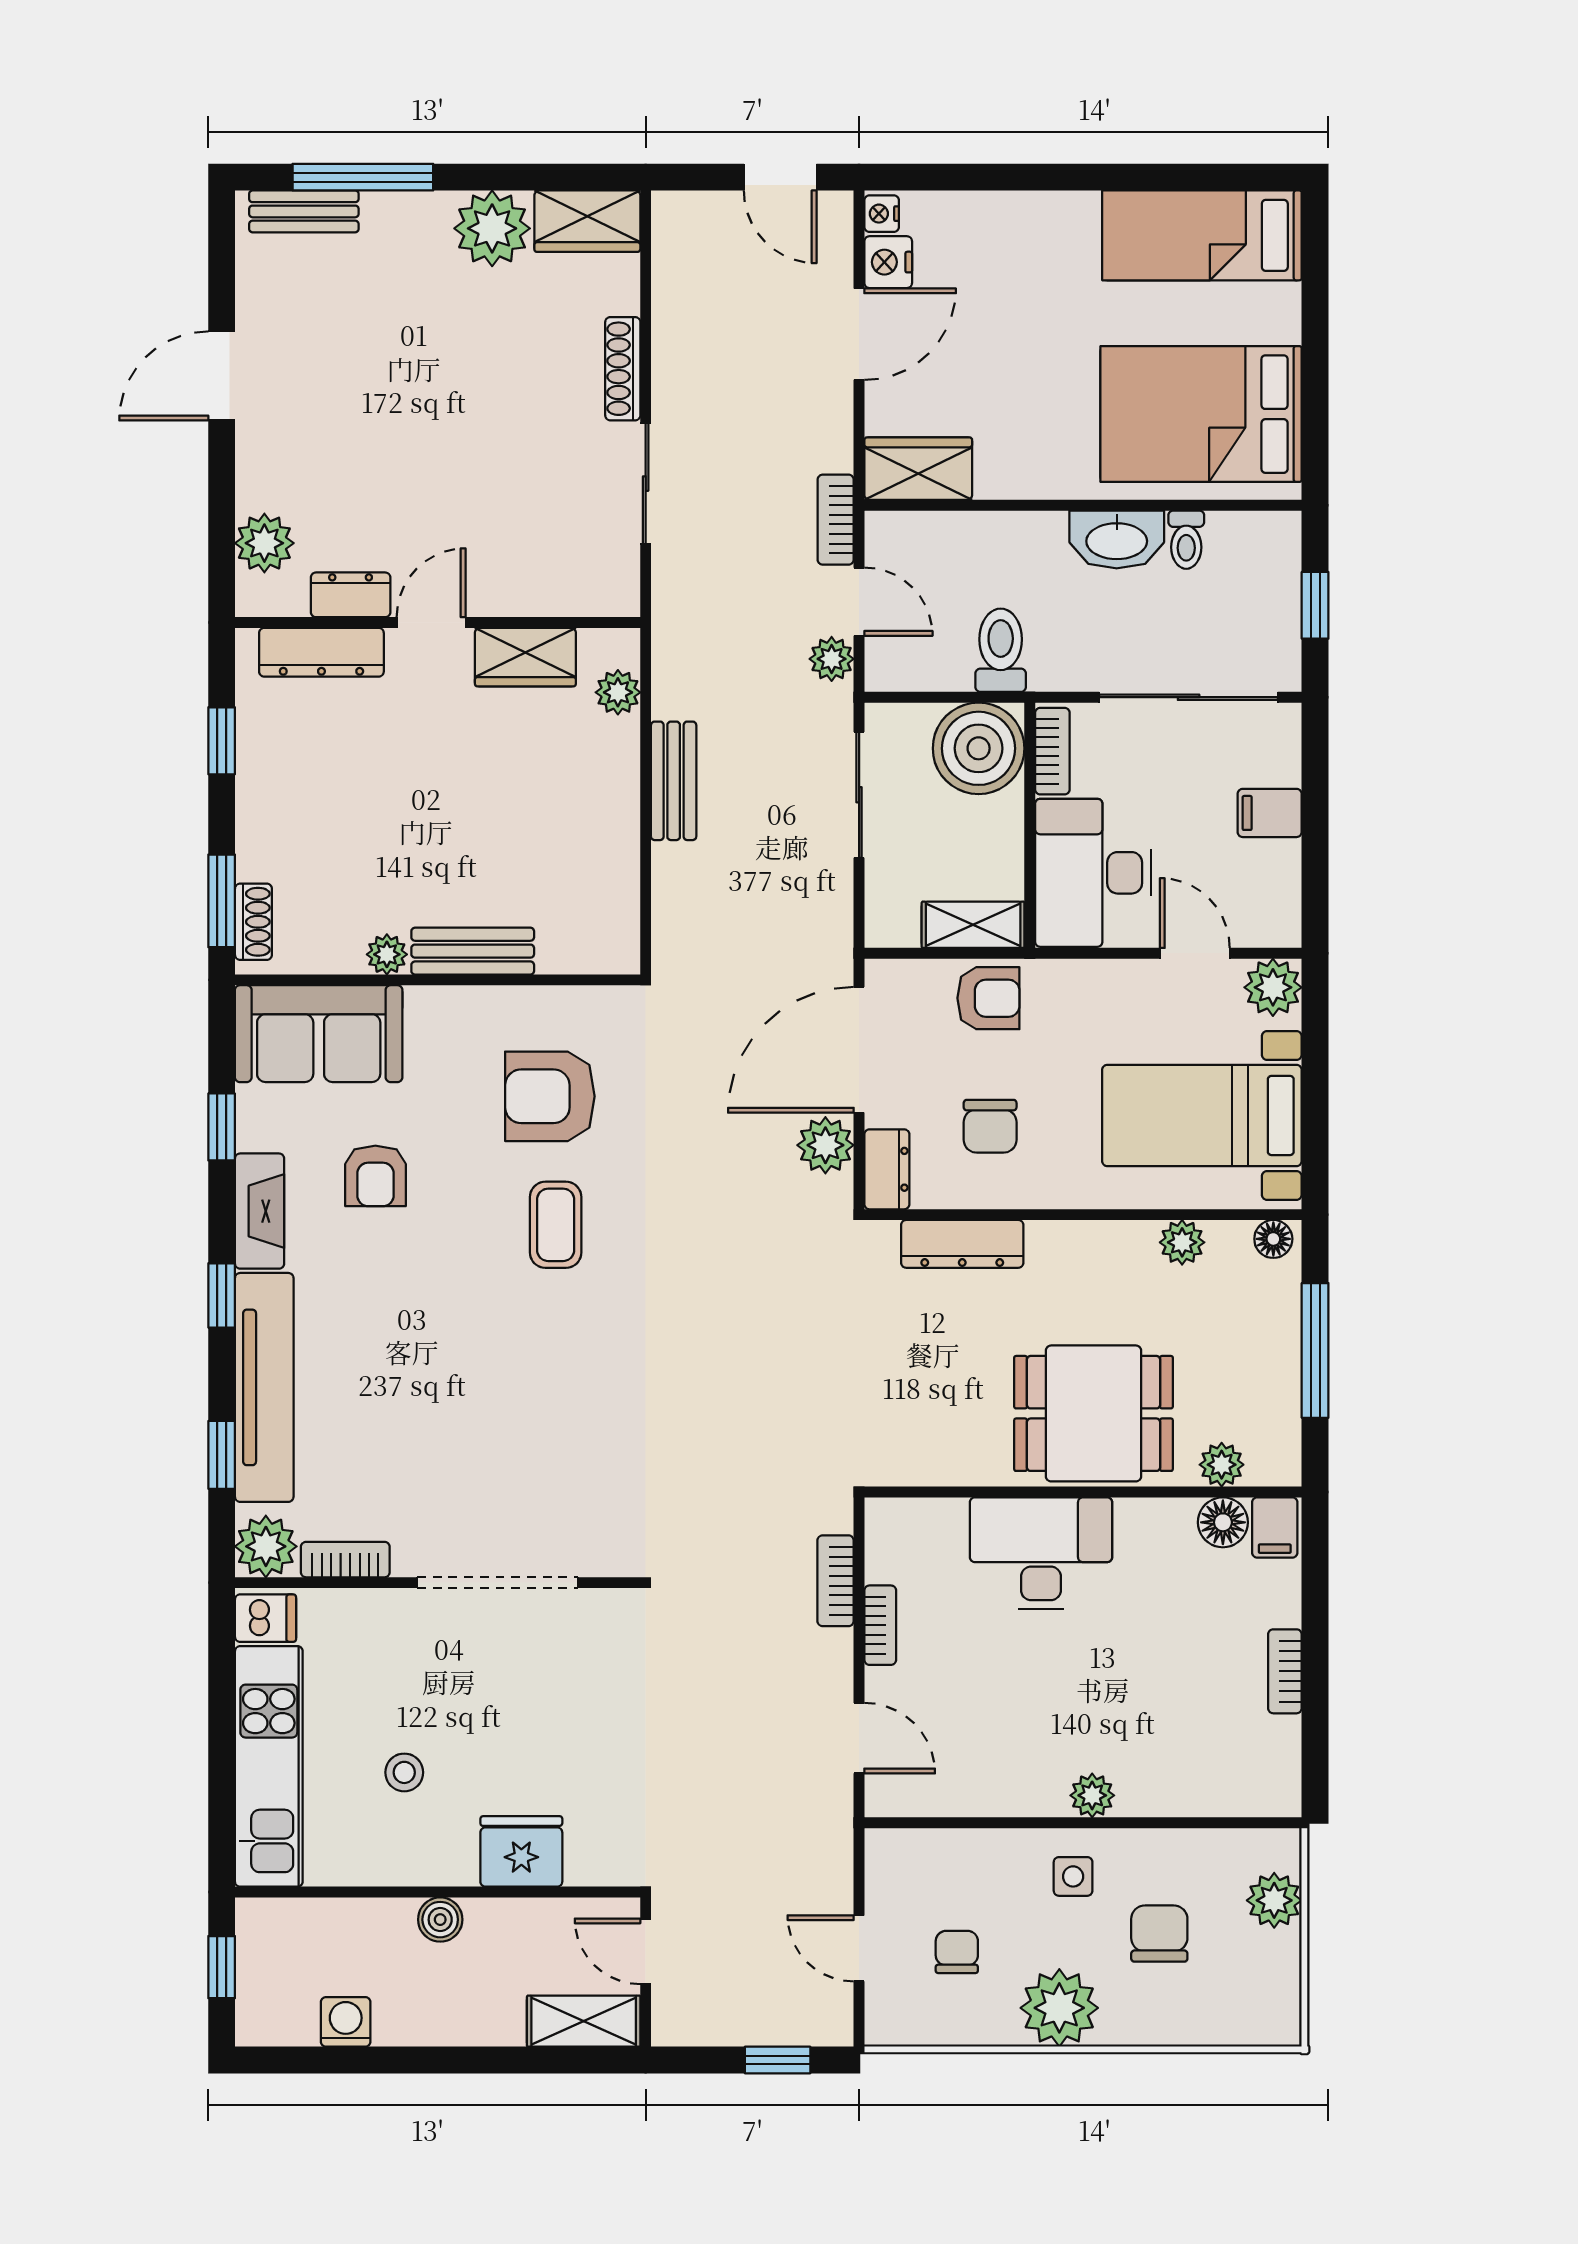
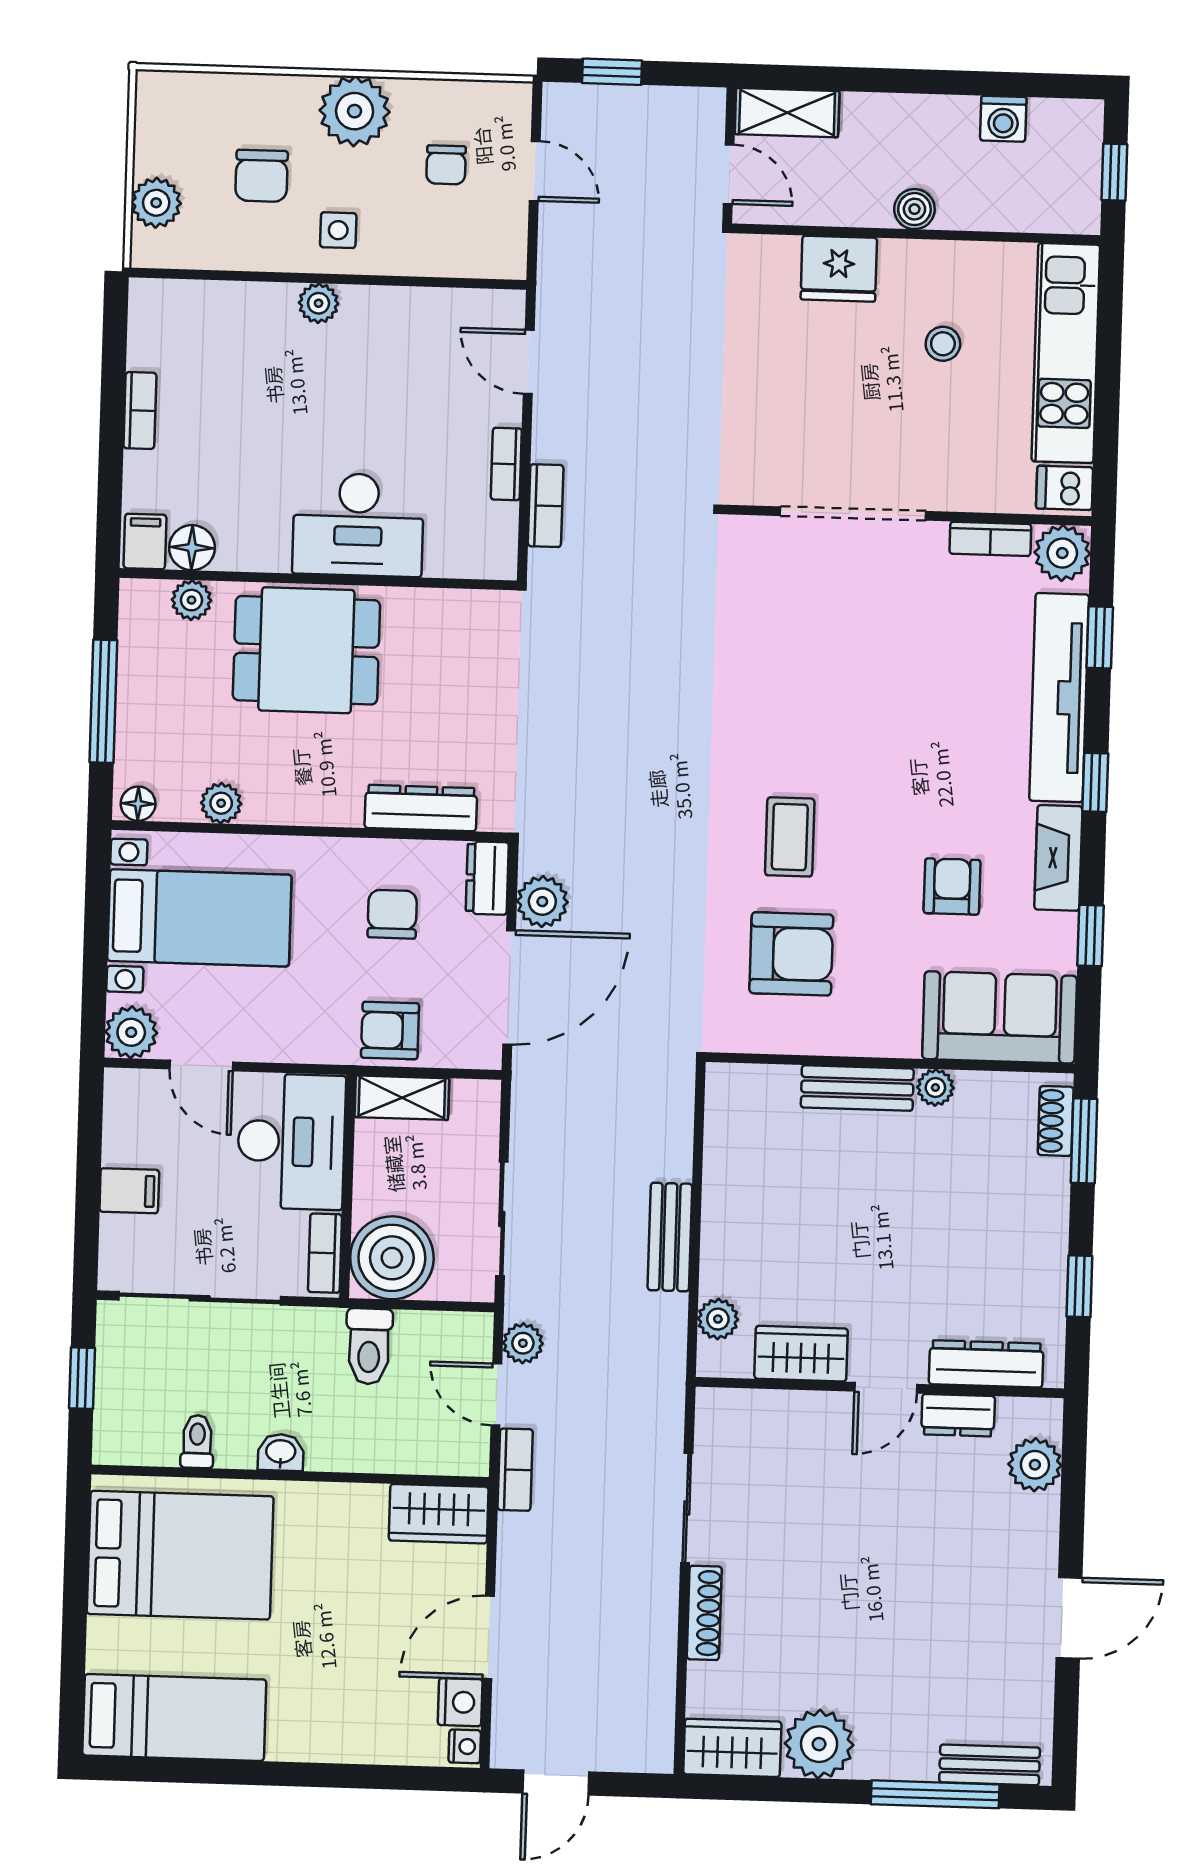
door: (780, 177) -> (556, 1782), swing flipped
washbasin: (1117, 539) -> (281, 1452), width x0.52, depth x0.69

